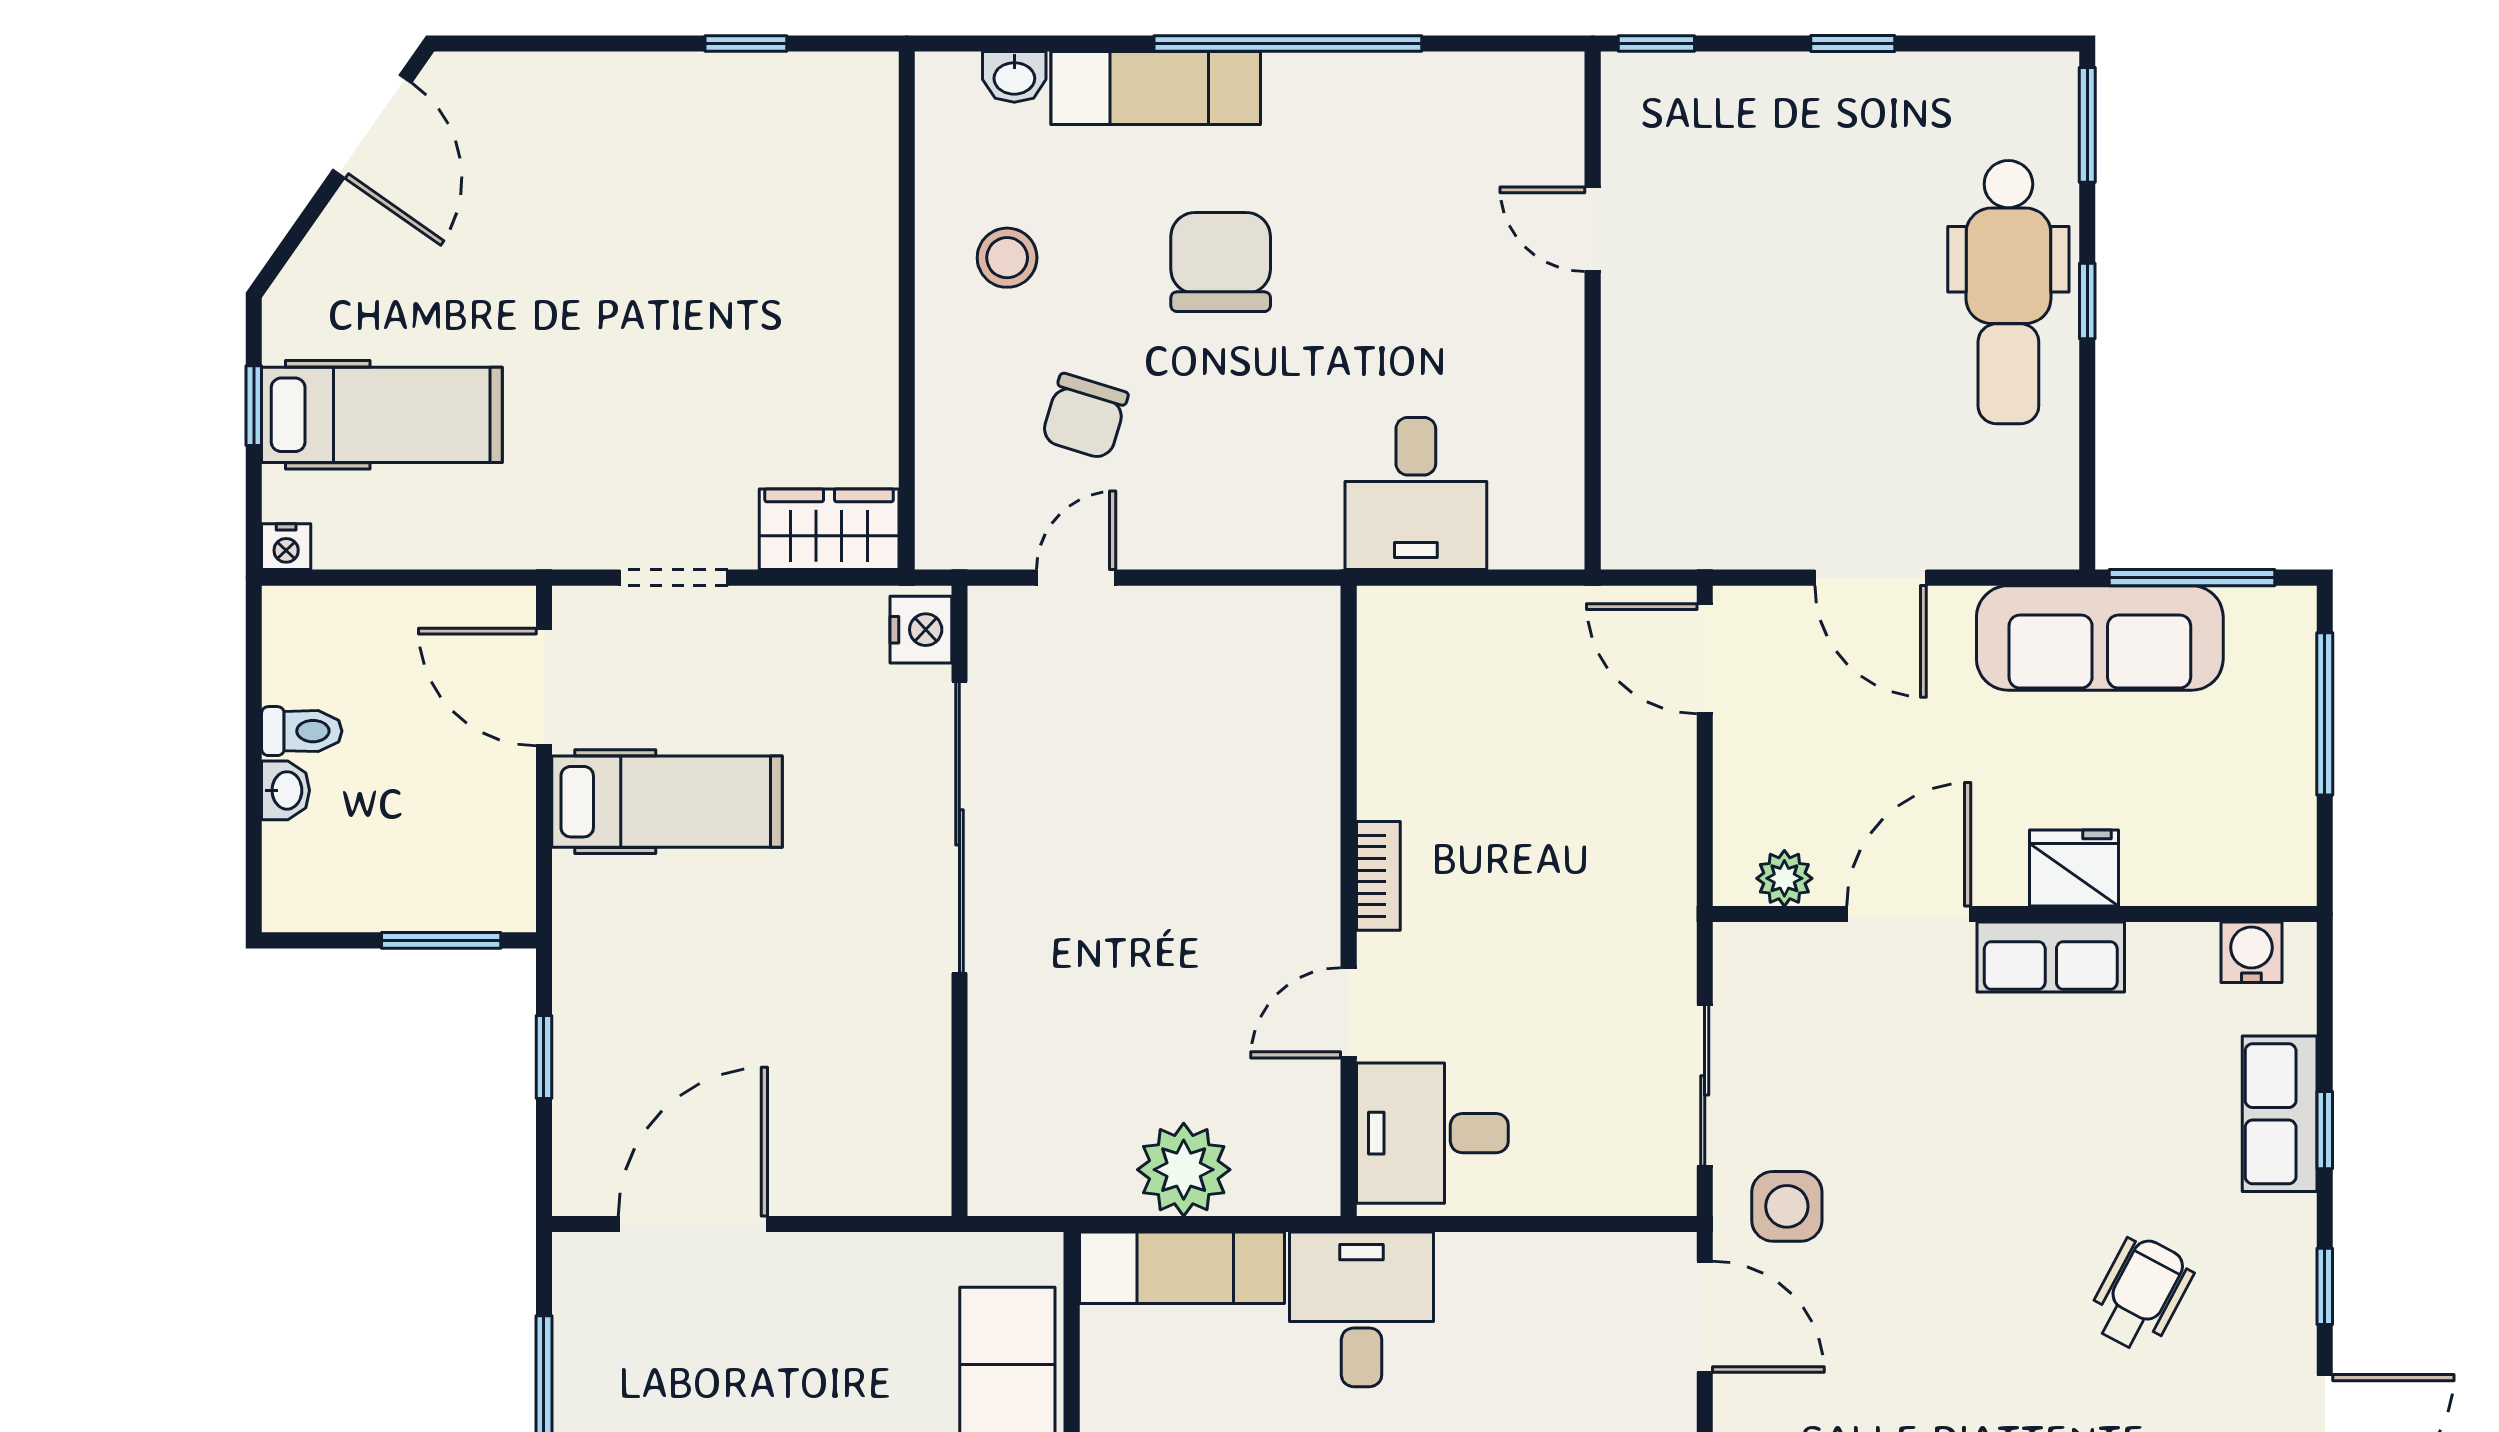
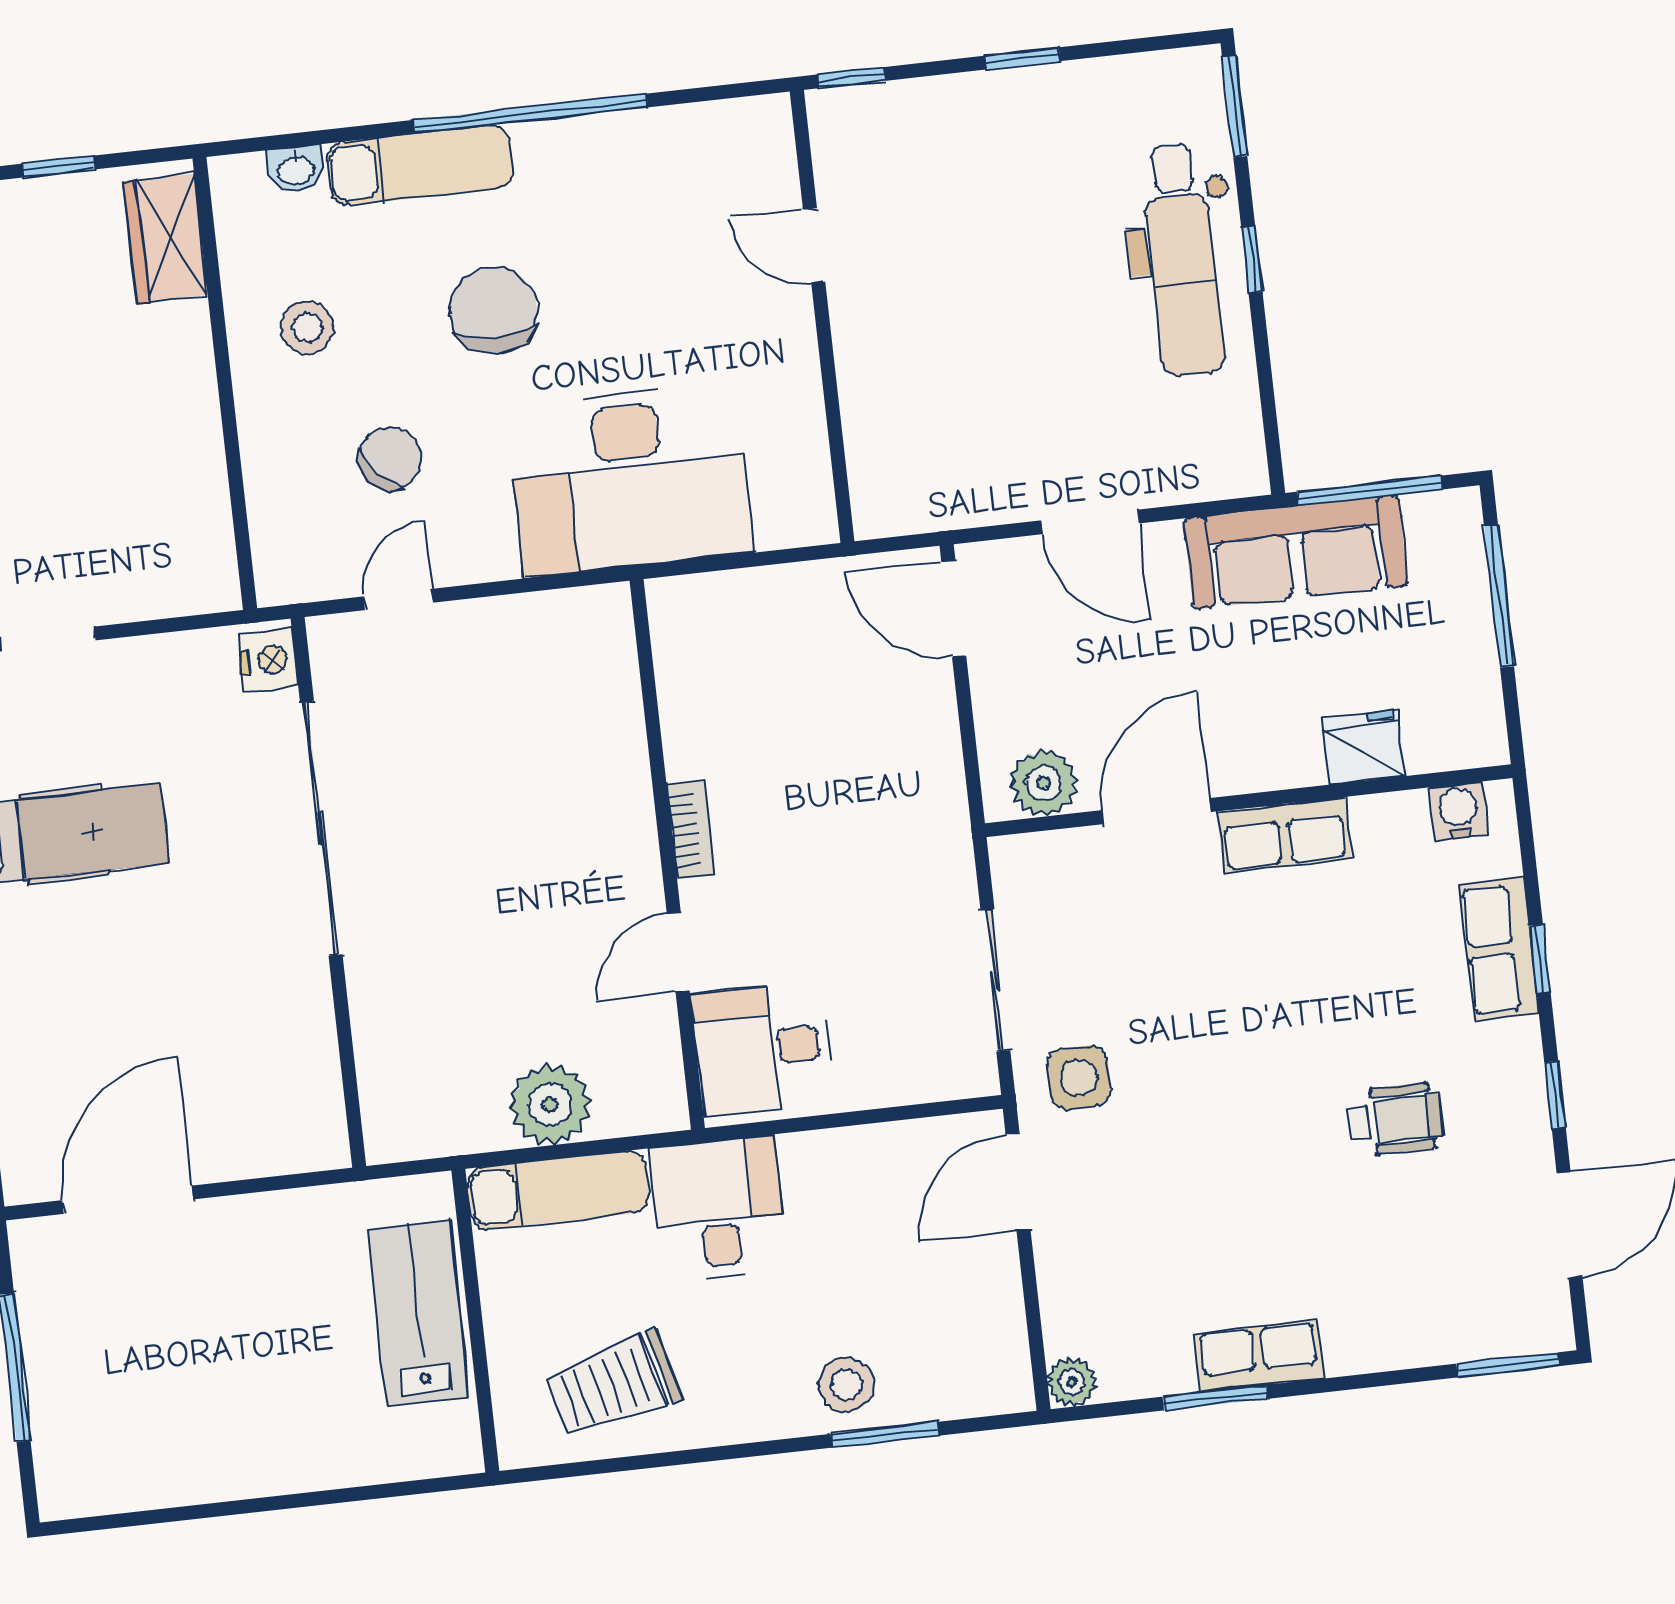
chair: (1085, 416) -> (390, 458), turned -149
desk: (1416, 494) -> (630, 479), width x1.87, depth x1.30
wardrobe: (829, 529) -> (166, 238), moved, turned -90
fridge: (2074, 868) -> (1363, 747), moved
plant: (1784, 878) -> (1044, 783), width x1.38, depth x1.38
wheelchair: (2140, 1294) -> (1395, 1119), turned 62
door: (1705, 1317) -> (1018, 1182), swing flipped

